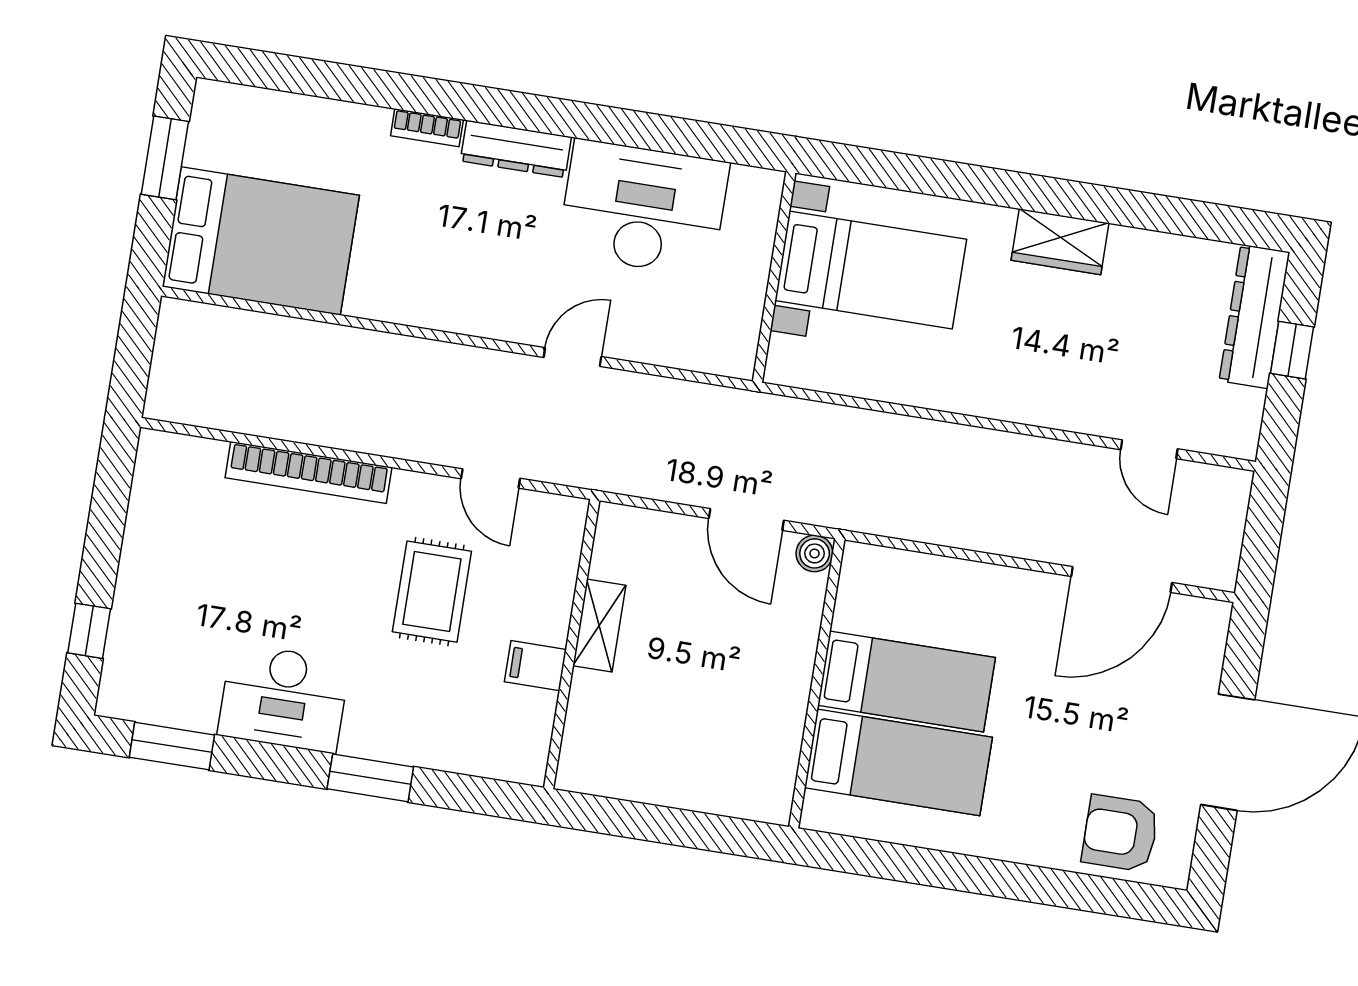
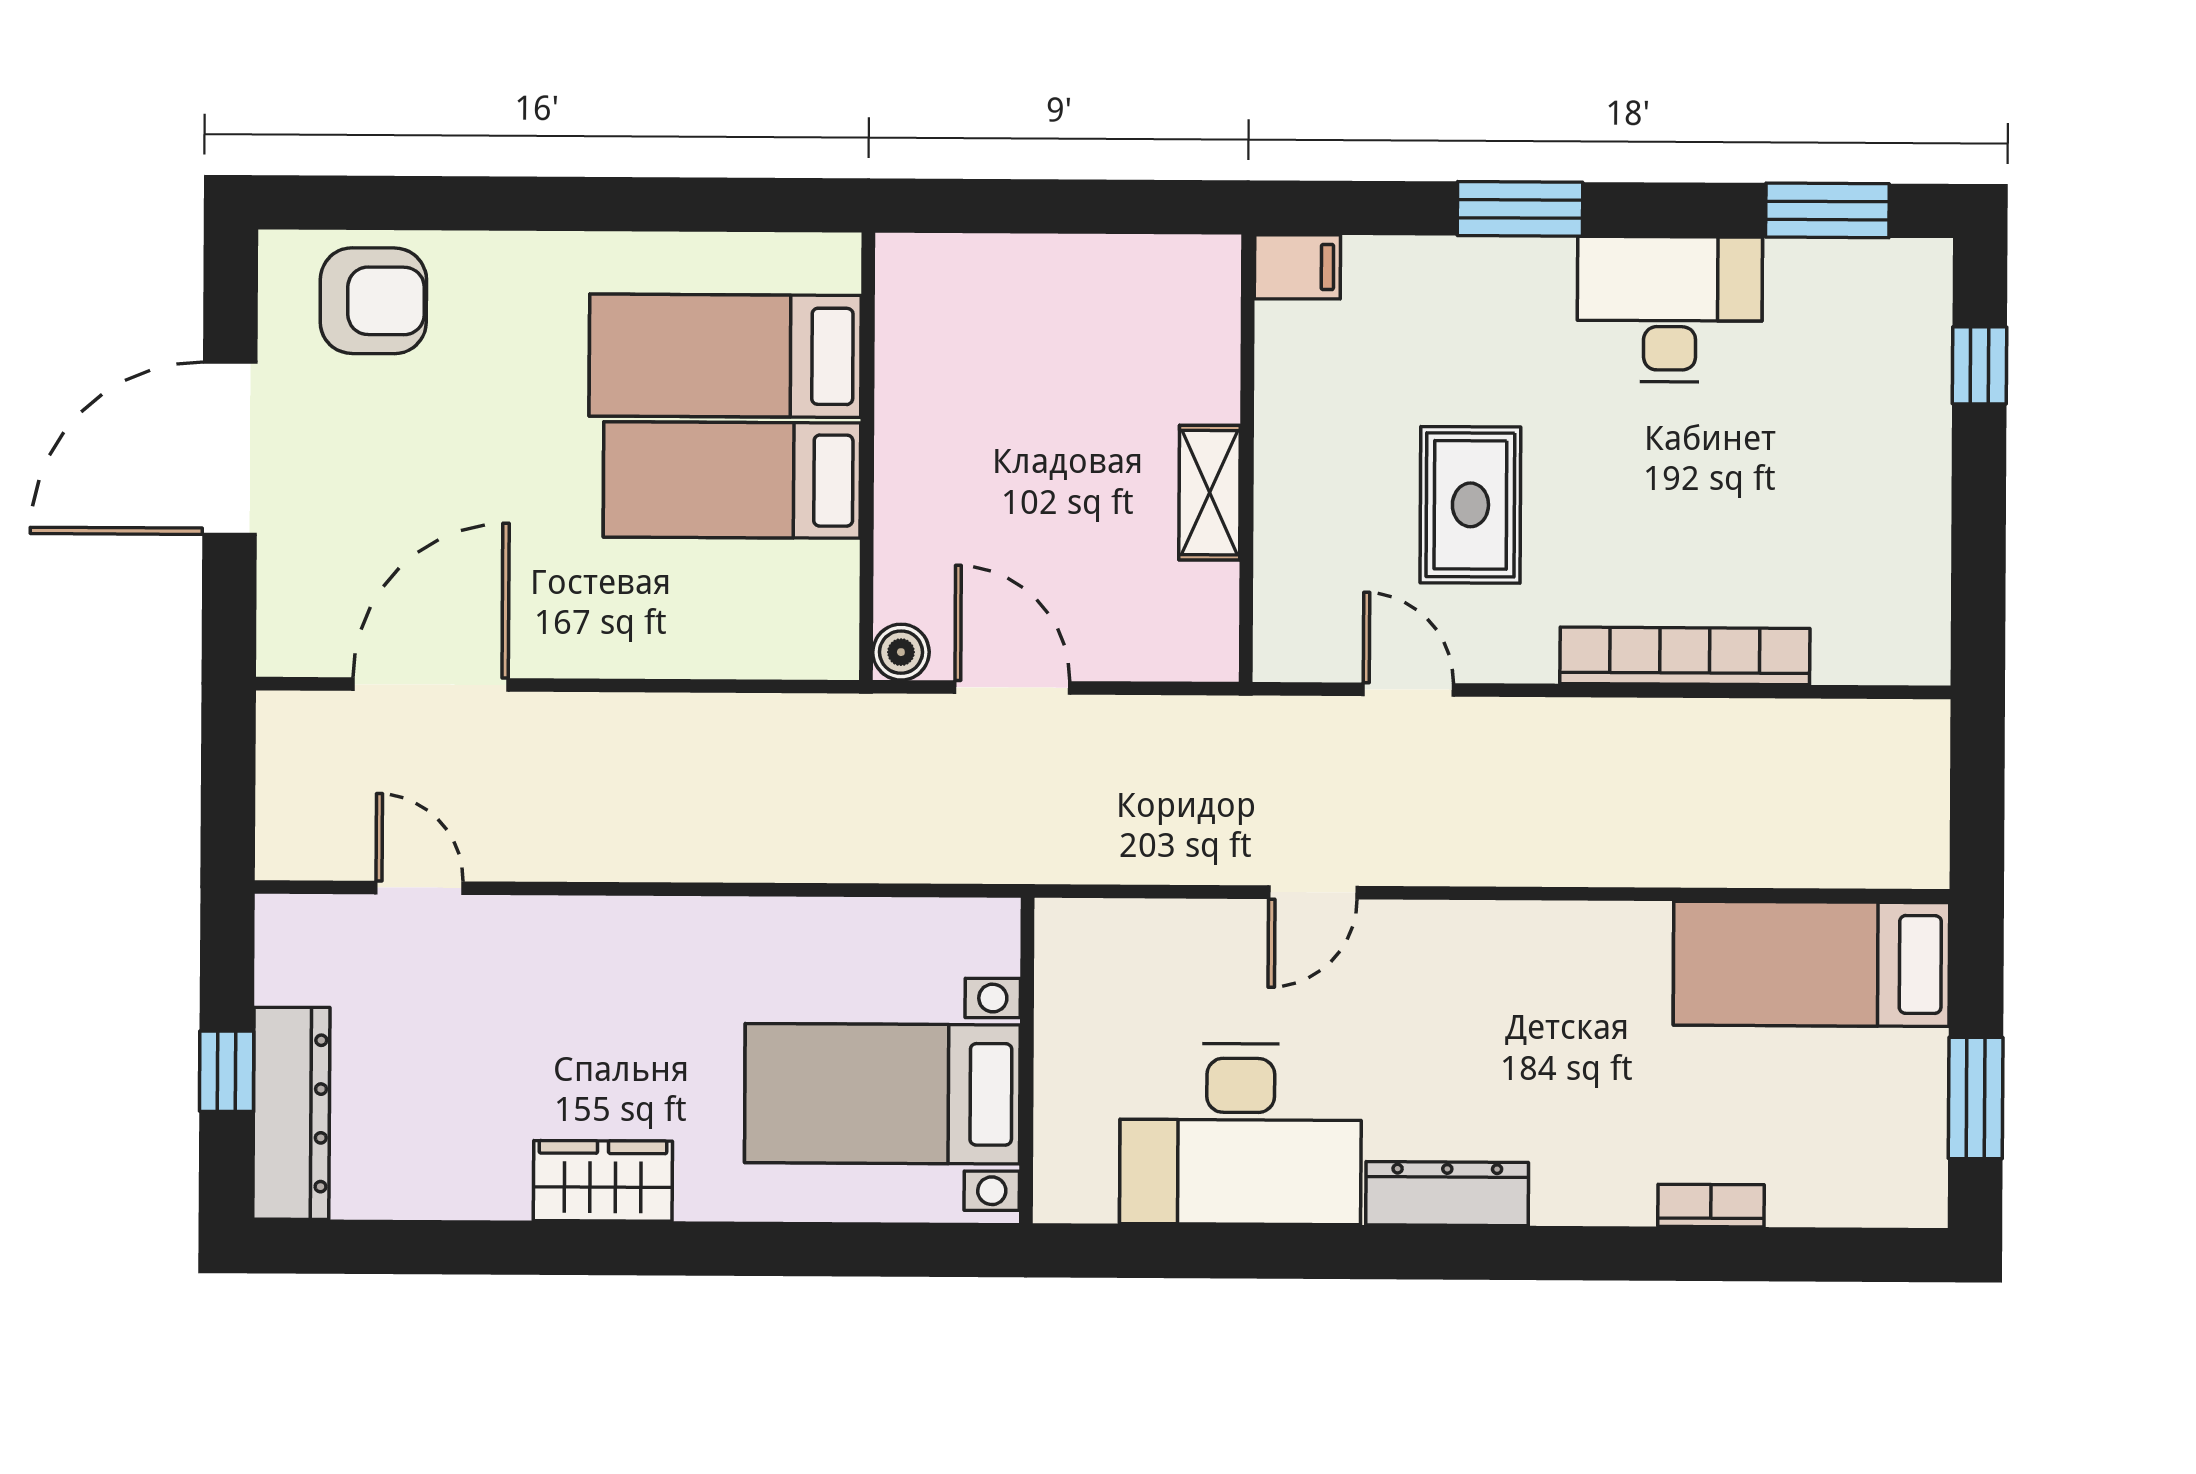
bookcase: (427, 128) -> (1711, 1206), moved
bed: (261, 241) -> (1811, 964), width x0.67
filing cabinet: (535, 666) -> (1297, 267), moved

